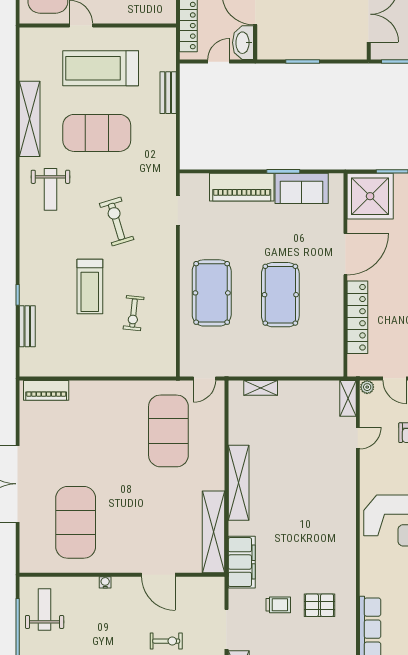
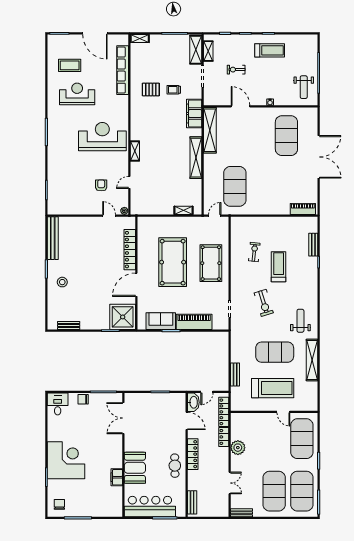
pool table: (280, 295) -> (173, 262), width x1.36, depth x1.32
shelving: (348, 398) -> (135, 151), moved

